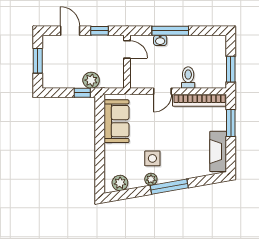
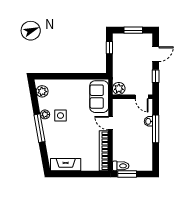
door: (127, 49) -> (142, 97), hinge flipped
toilet: (188, 78) -> (121, 166), moved
plant: (91, 80) -> (119, 88), moved
window: (82, 93) -> (109, 48), moved
sofa: (116, 121) -> (99, 97), moved, turned 90
window: (231, 123) -> (87, 174), removed

